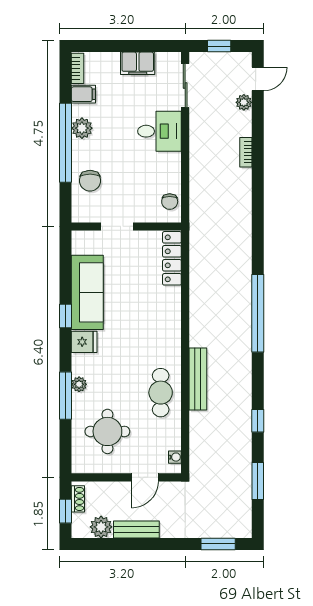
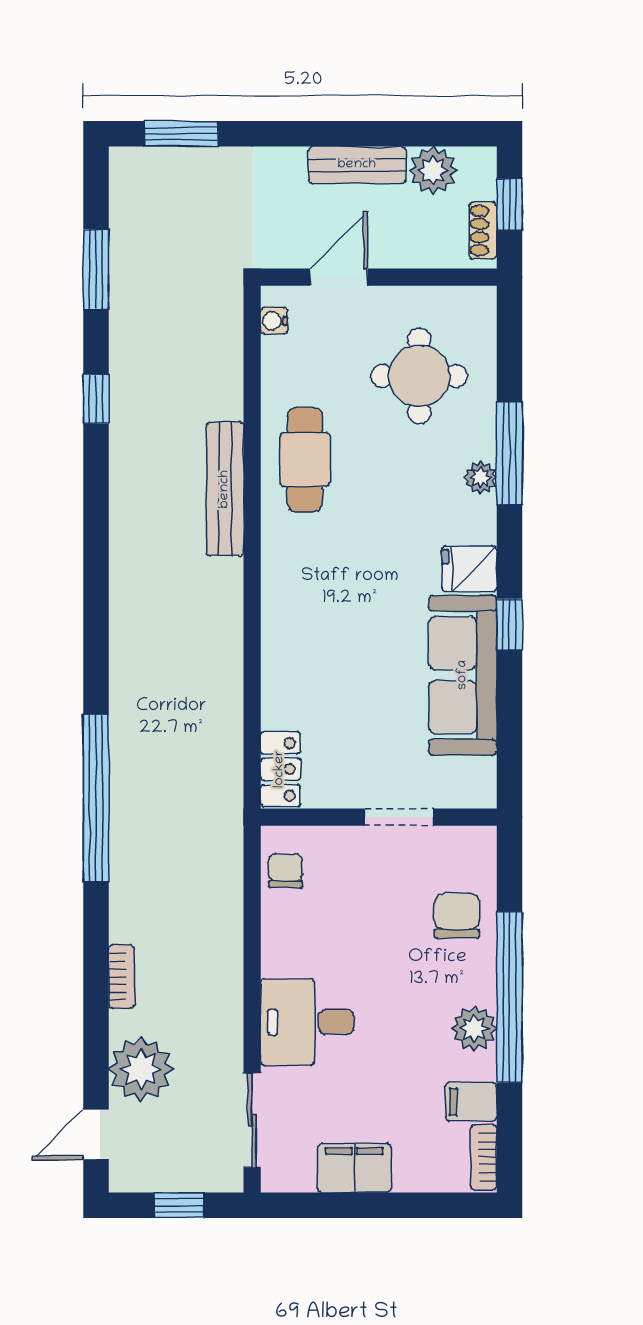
plant: (244, 102) -> (141, 1069), width x1.87, depth x1.87
locker: (172, 258) -> (280, 769), width x0.66
window: (258, 313) -> (96, 798), moved

